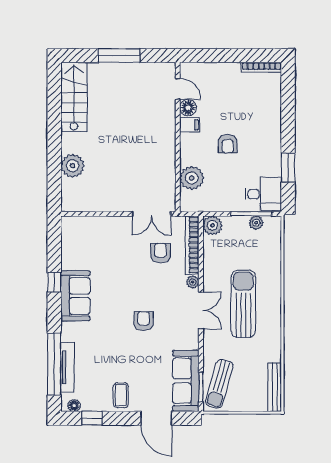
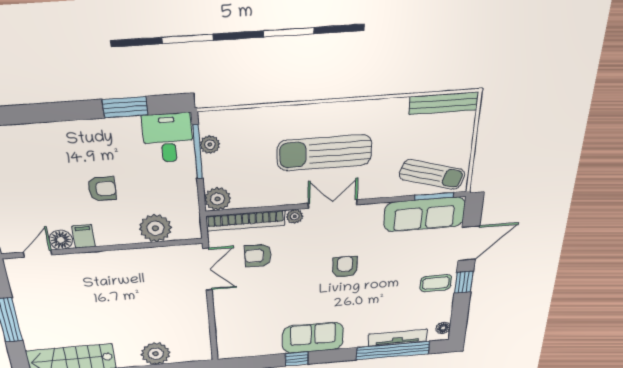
armchair: (144, 321) -> (345, 267), turned 90
window: (92, 418) -> (464, 282), moved

